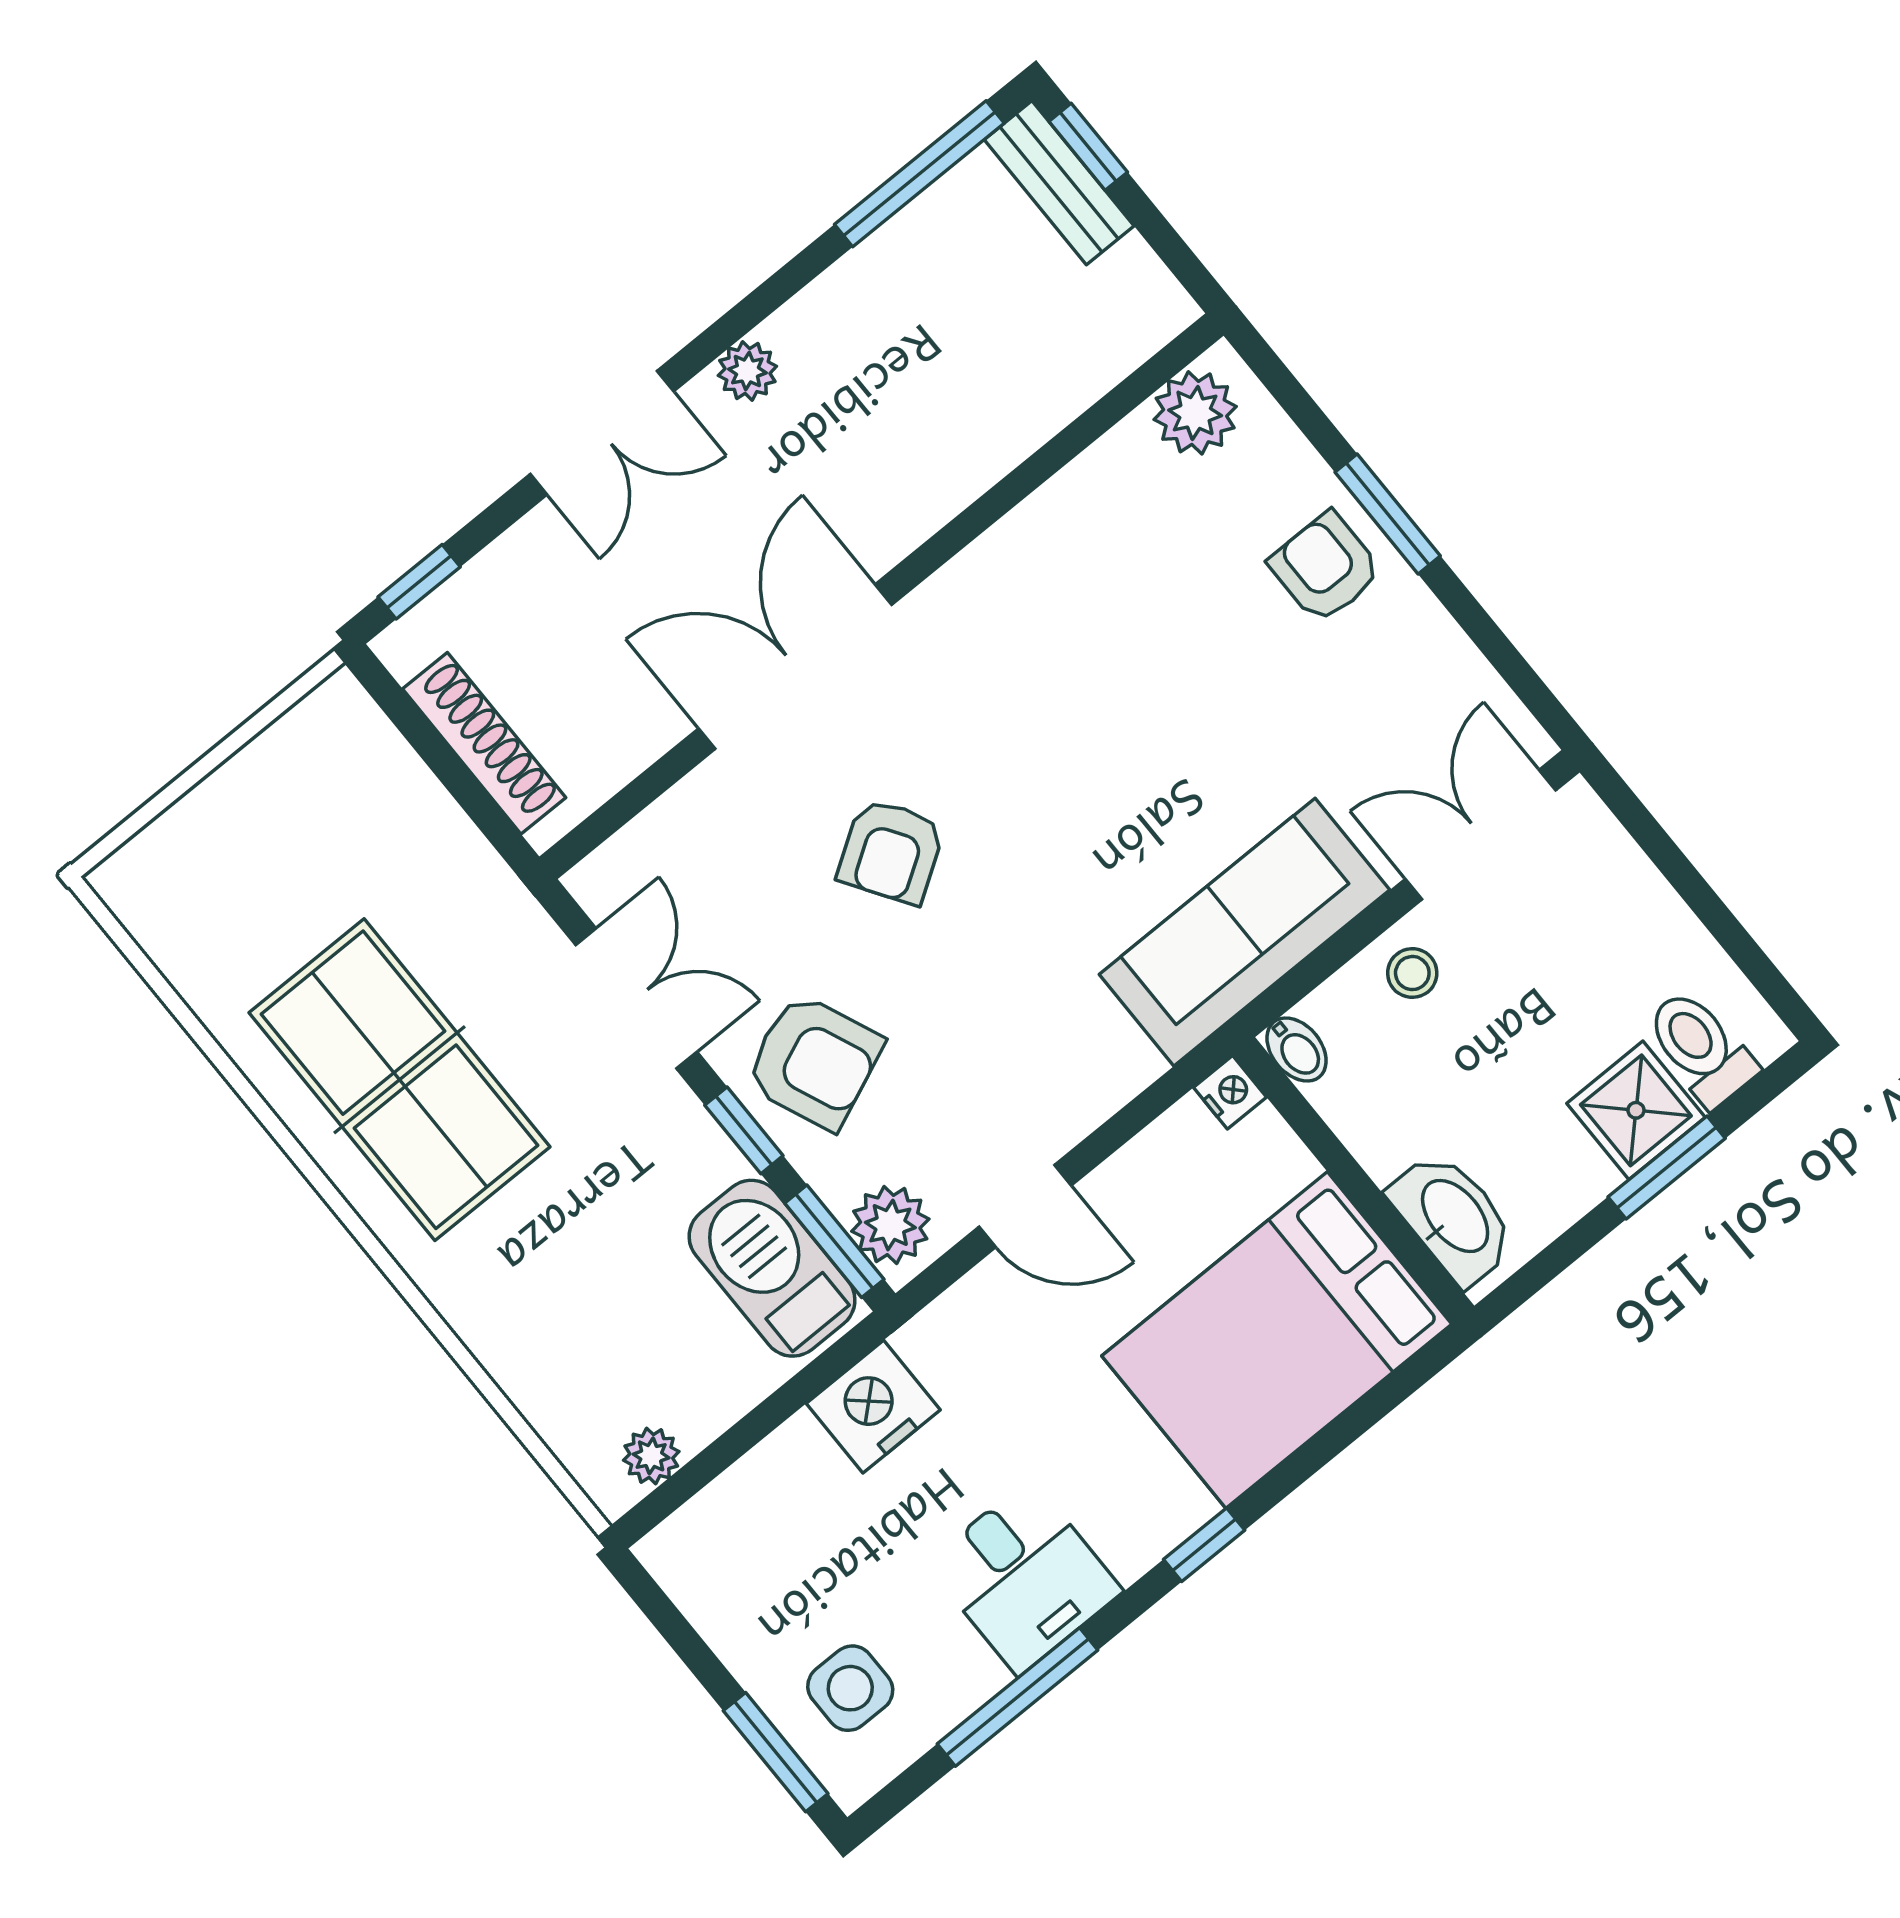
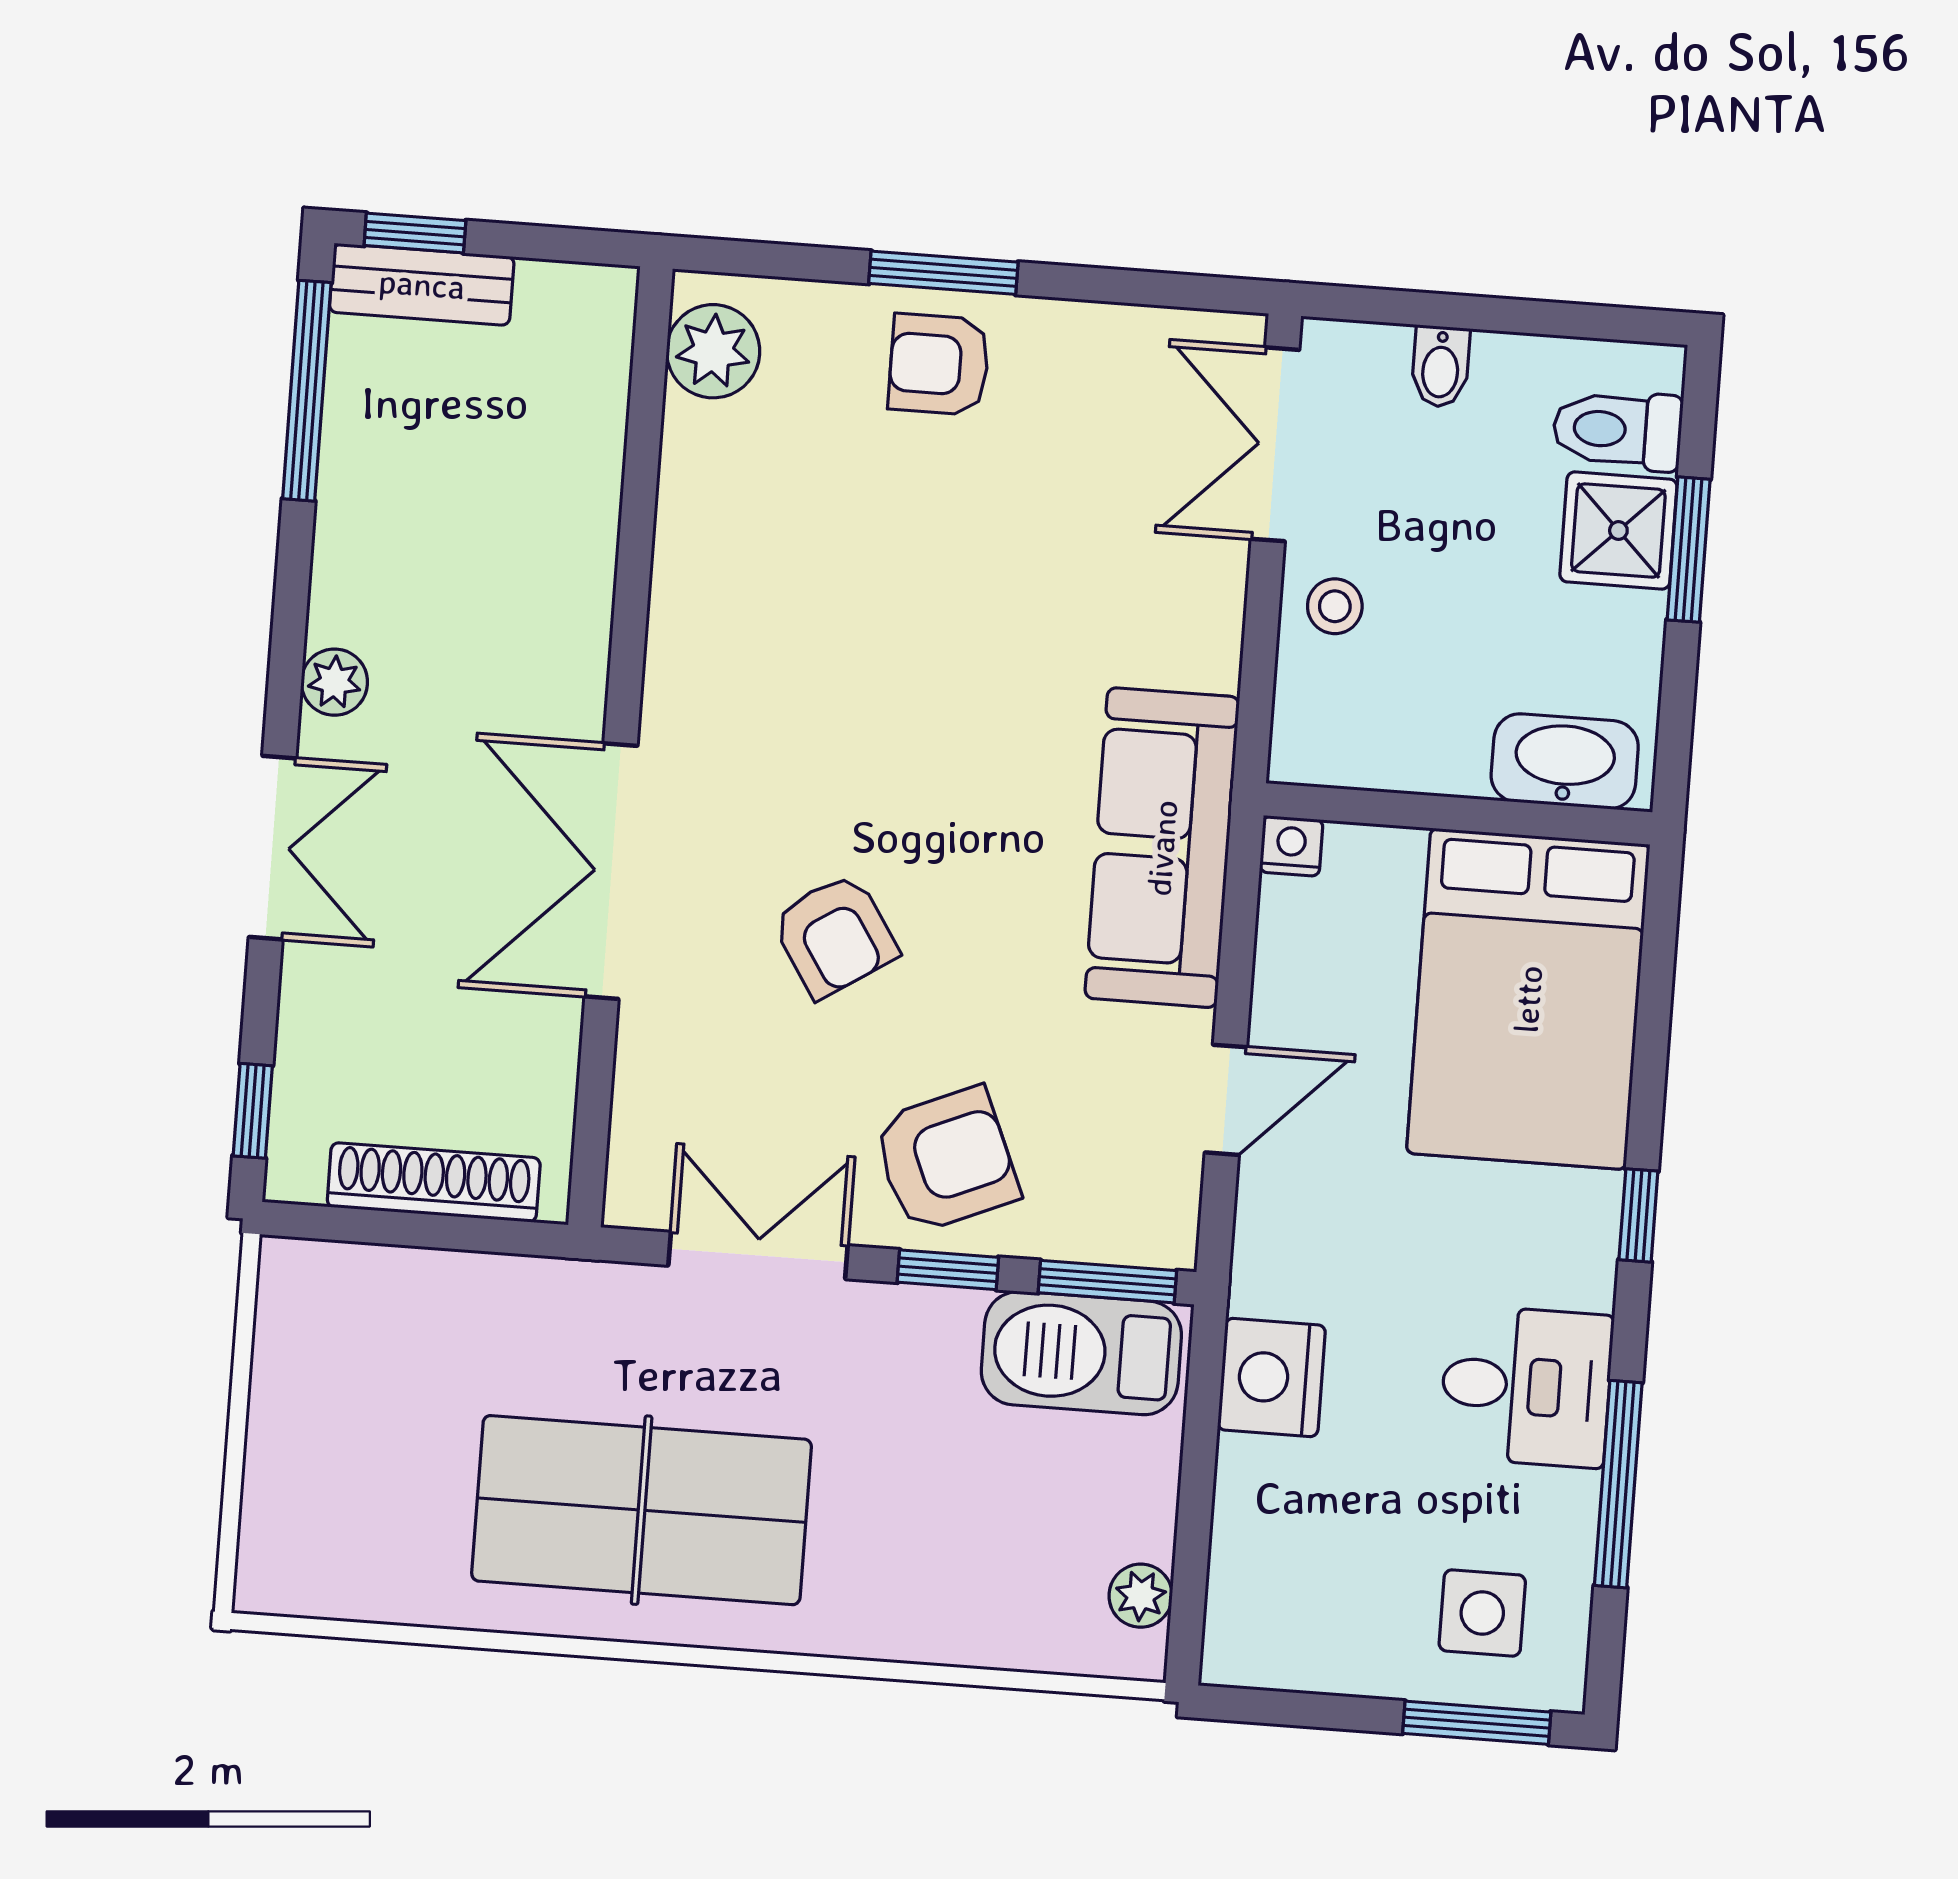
sofa: (1245, 932) -> (1162, 848), moved
bidet: (1297, 1050) -> (1441, 366), moved, turned 90
plant: (890, 1225) -> (1137, 1224), removed

